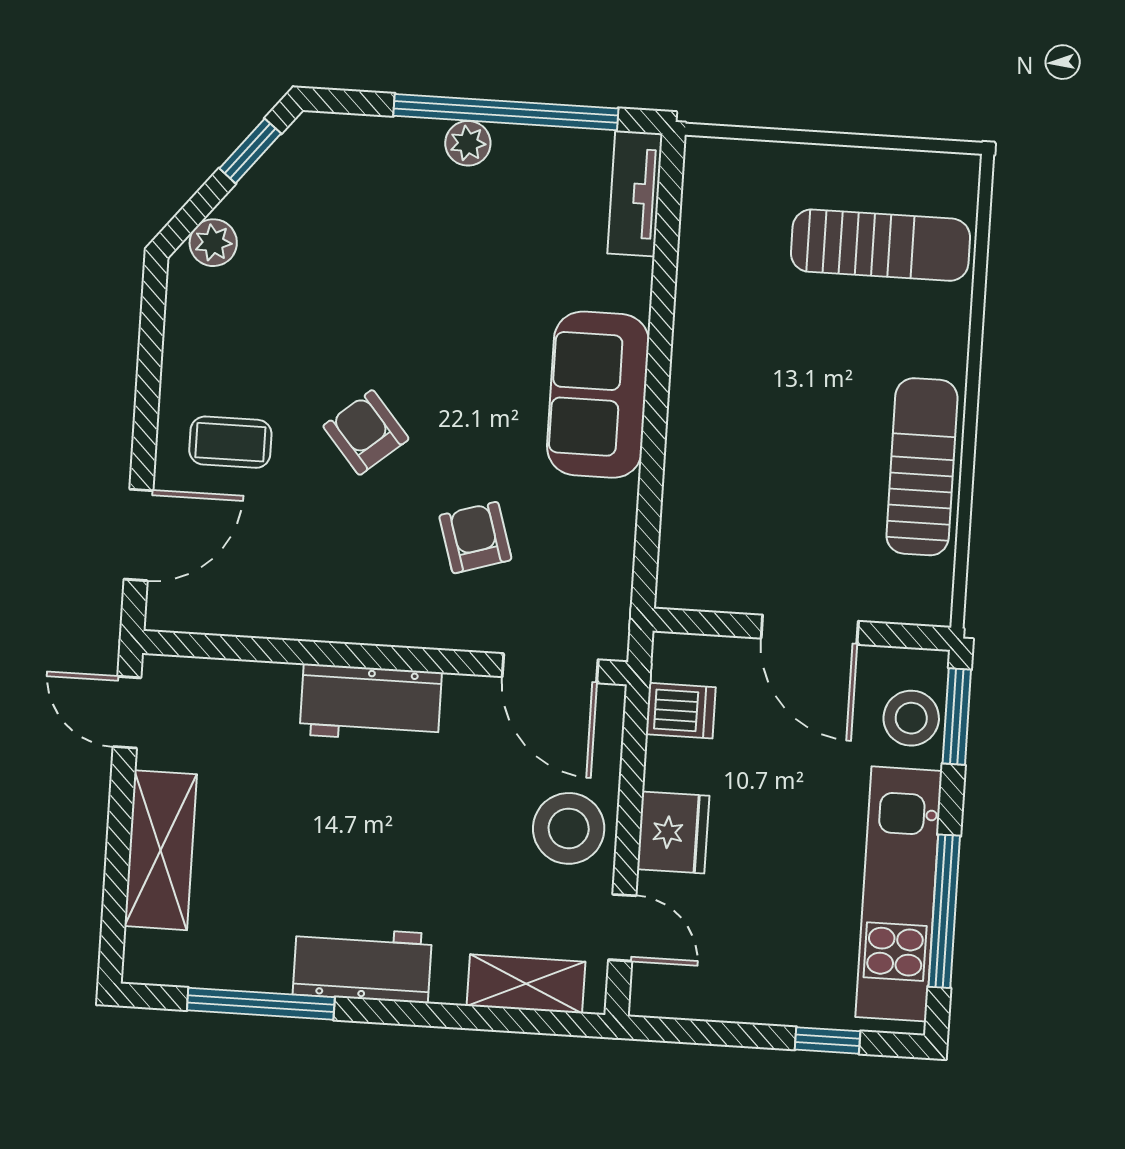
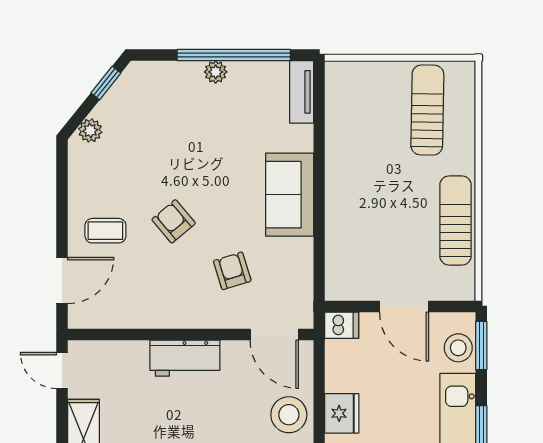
sun lounger: (881, 245) -> (427, 110), turned -89
dishwasher: (681, 711) -> (342, 325), moved

